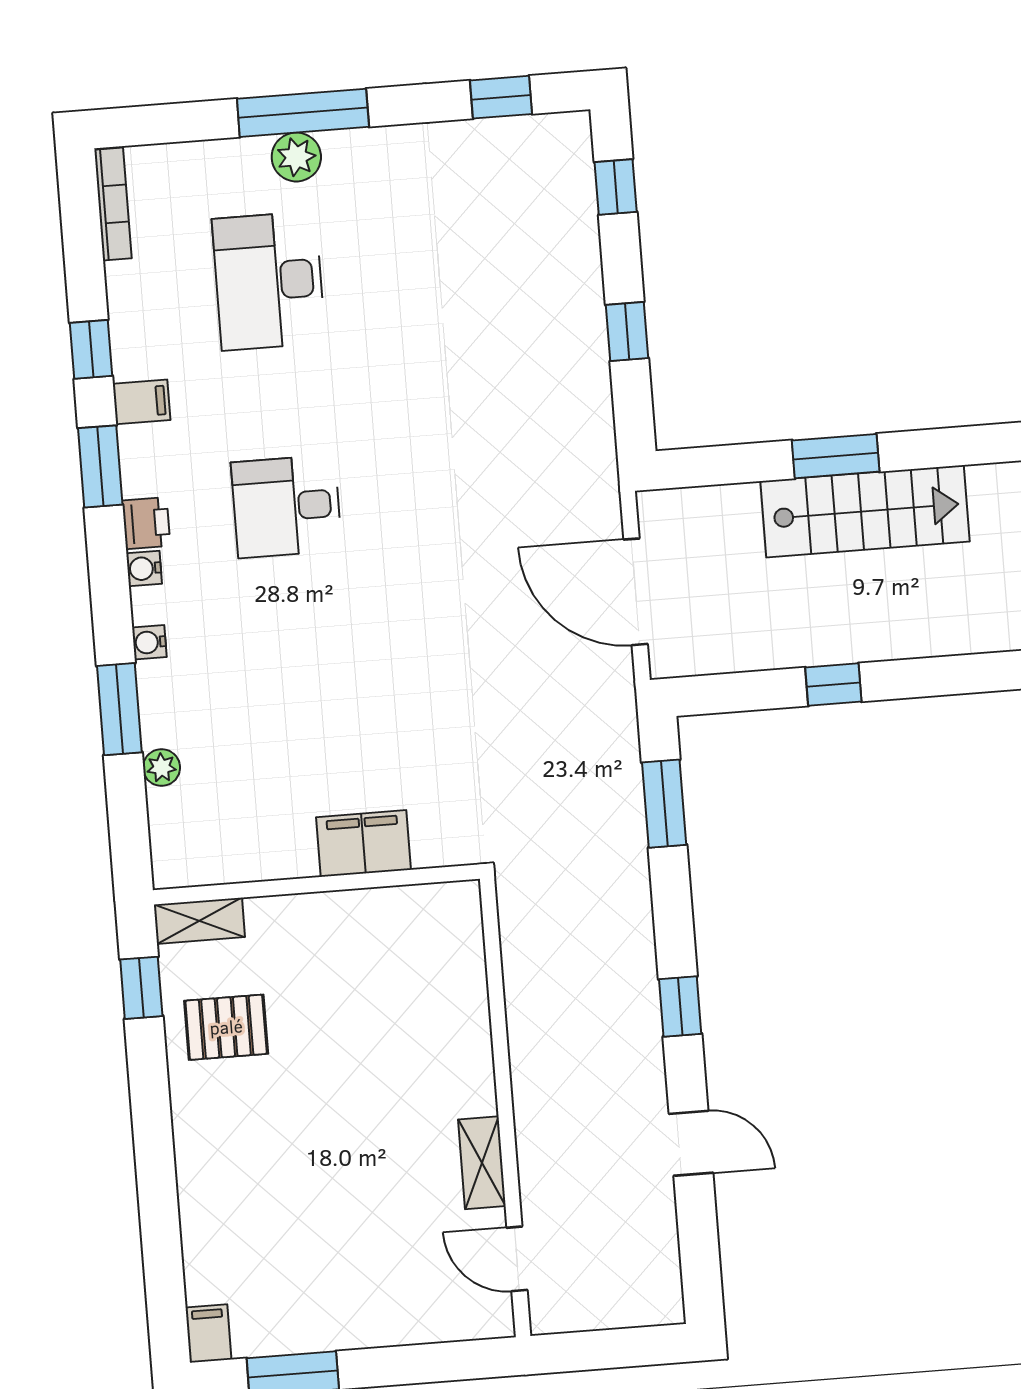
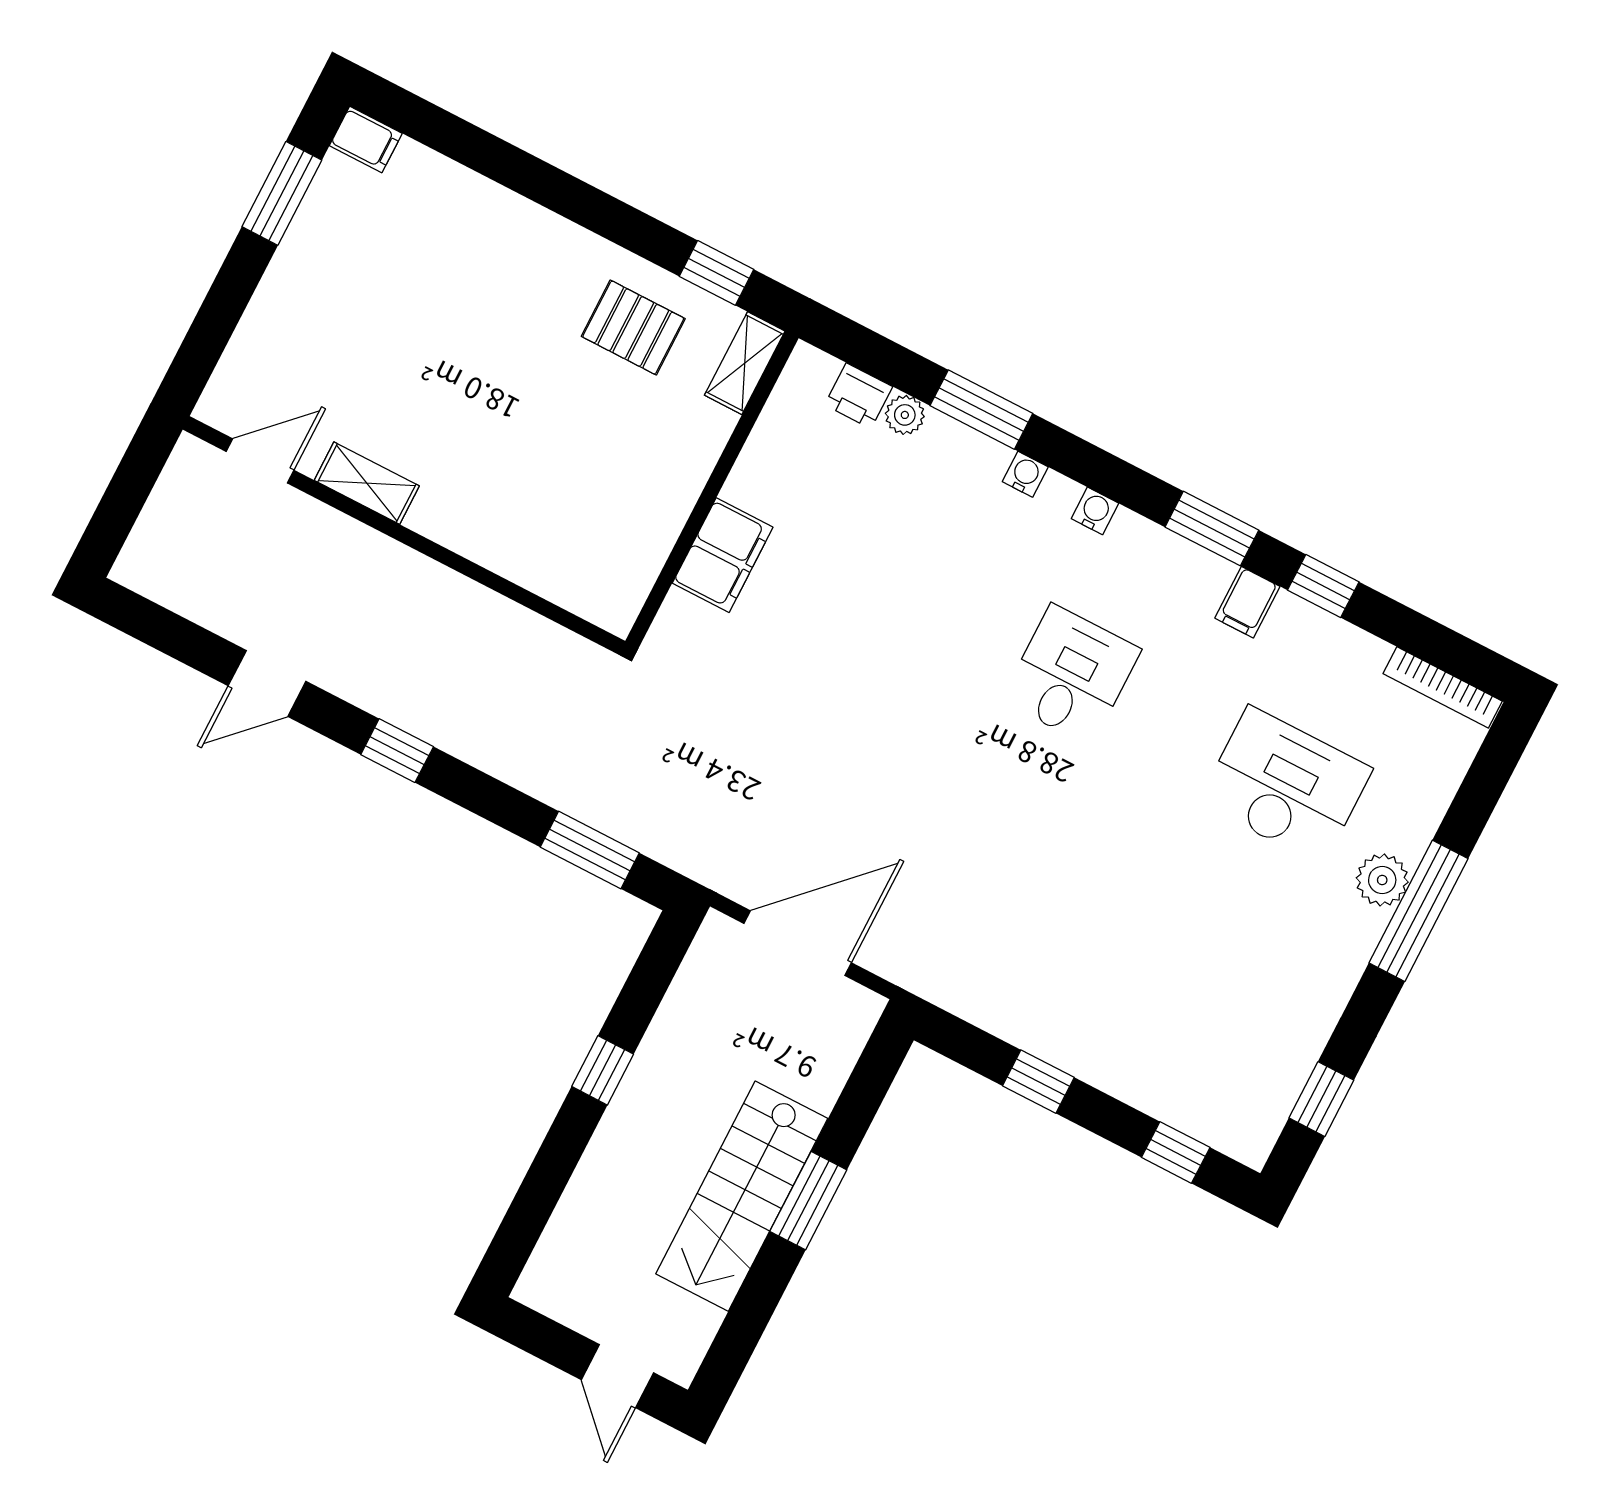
printer: (146, 523) -> (859, 396), moved
pallet: (226, 1027) -> (633, 328), turned 90

